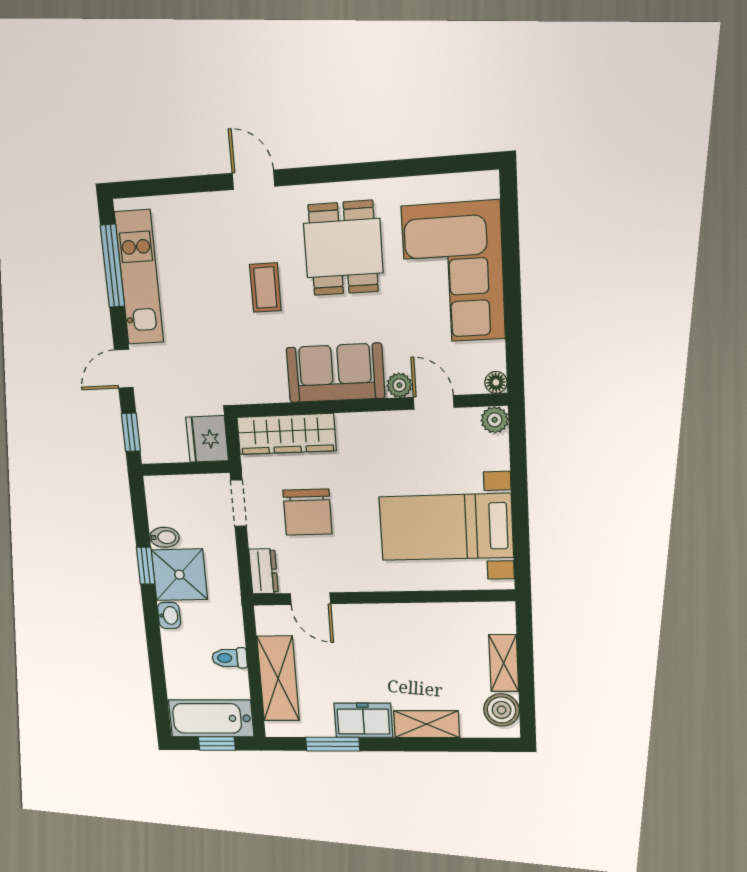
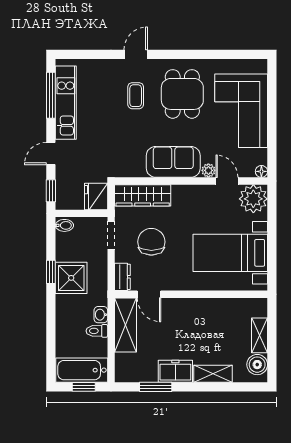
door: (253, 180) -> (136, 54), hinge flipped
coffee table: (265, 288) -> (136, 96), moved
plant: (495, 420) -> (253, 199), width x1.88, depth x1.88
chair: (308, 512) -> (151, 242), turned 180
bidet: (164, 537) -> (64, 225), moved
washbasin: (169, 615) -> (101, 315), moved, turned 180
shelving: (278, 679) -> (126, 325), moved

